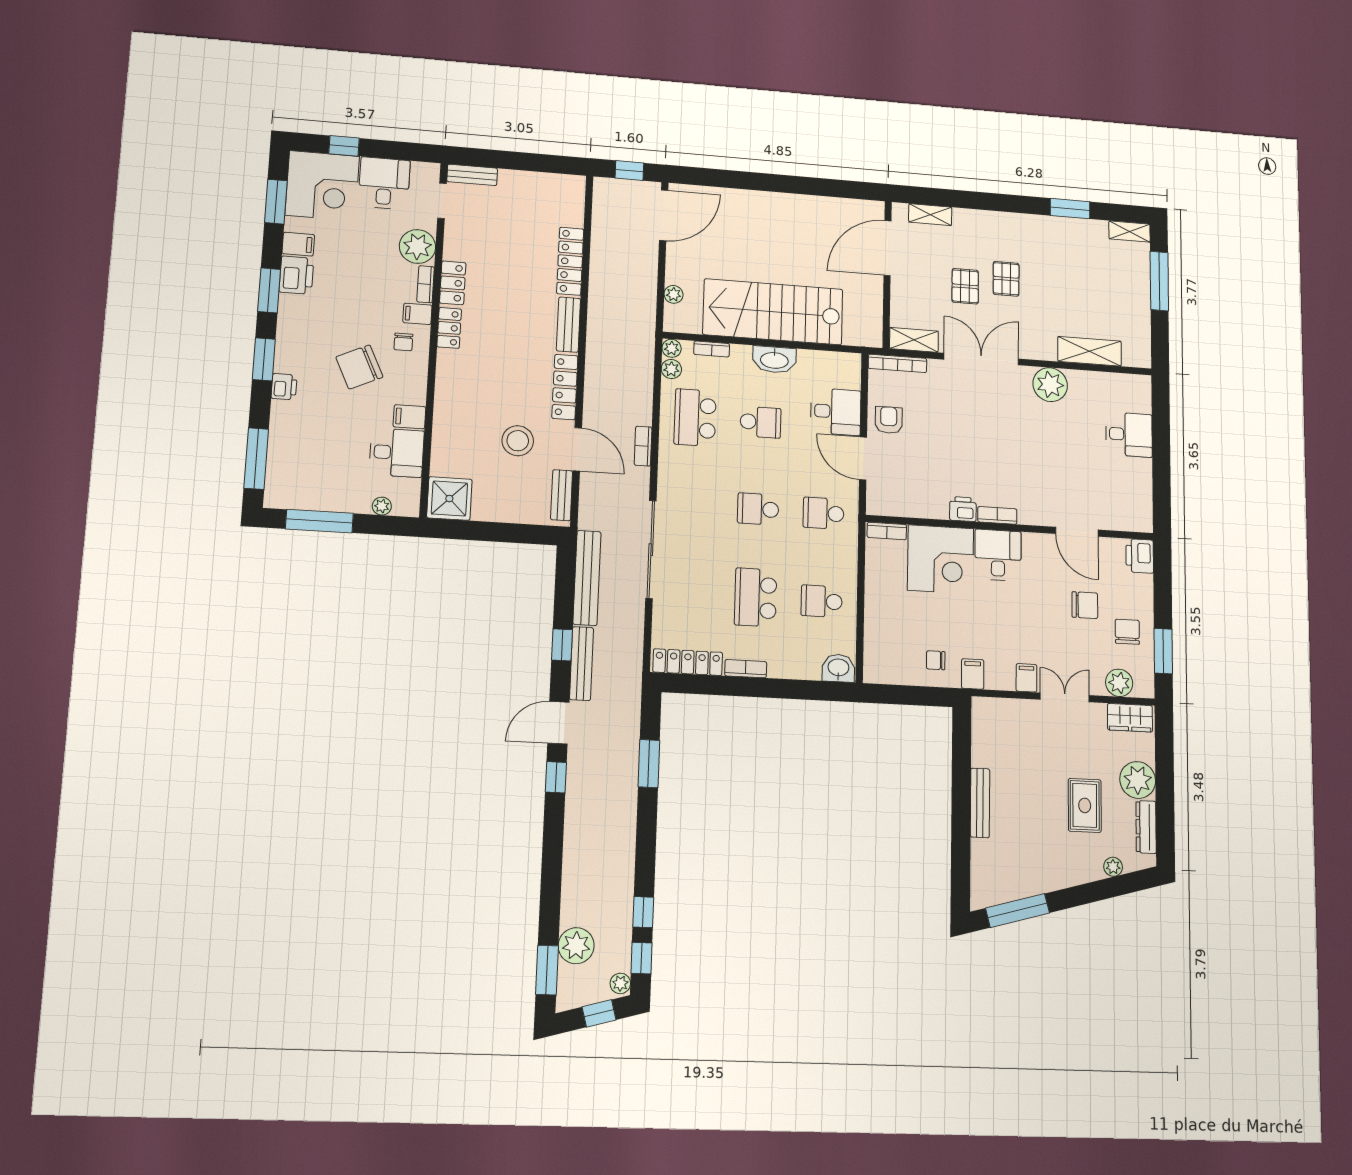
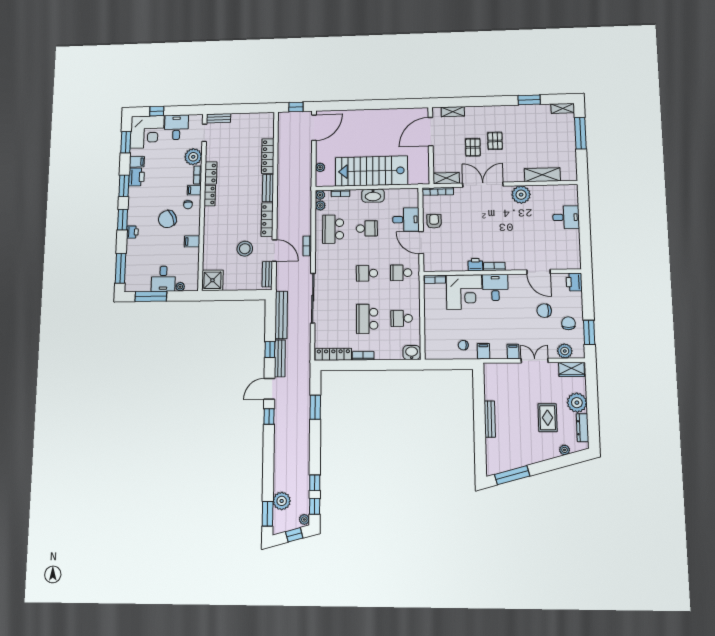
desk: (397, 453) -> (163, 279), moved, turned 90
chair: (1085, 605) -> (544, 311), turned 180

